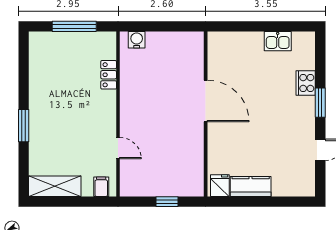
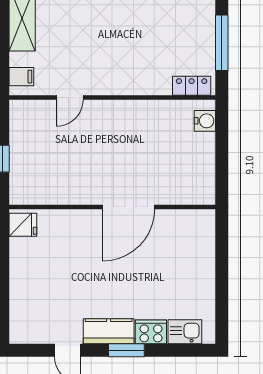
kitchen sink: (278, 41) -> (185, 332), moved, turned 90
locker: (109, 75) -> (192, 86), moved
kitchen counter: (251, 187) -> (109, 331), moved, turned -90

